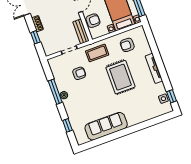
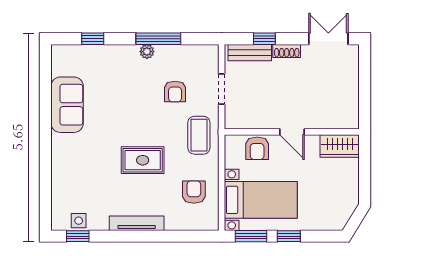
bench: (81, 31) -> (250, 53), moved
rug: (120, 77) -> (143, 160), width x0.73, depth x0.70
sofa: (106, 126) -> (67, 105), width x0.73

